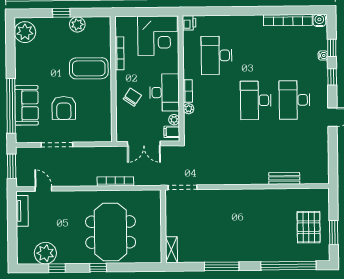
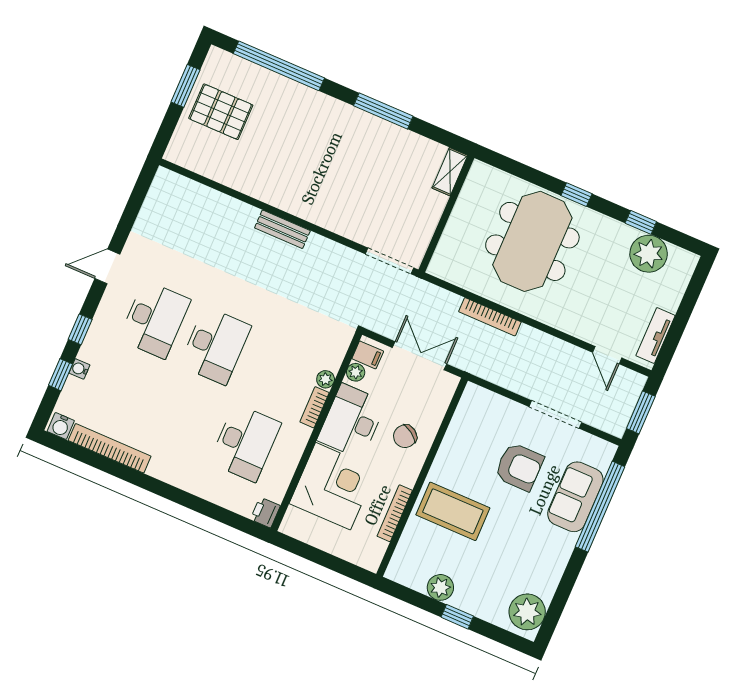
corner desk: (158, 36) -> (333, 486), moved, turned 90
armchair: (64, 108) -> (519, 467), turned 90
bench: (284, 178) -> (282, 229), moved
pallet: (309, 227) -> (221, 112), turned 90

